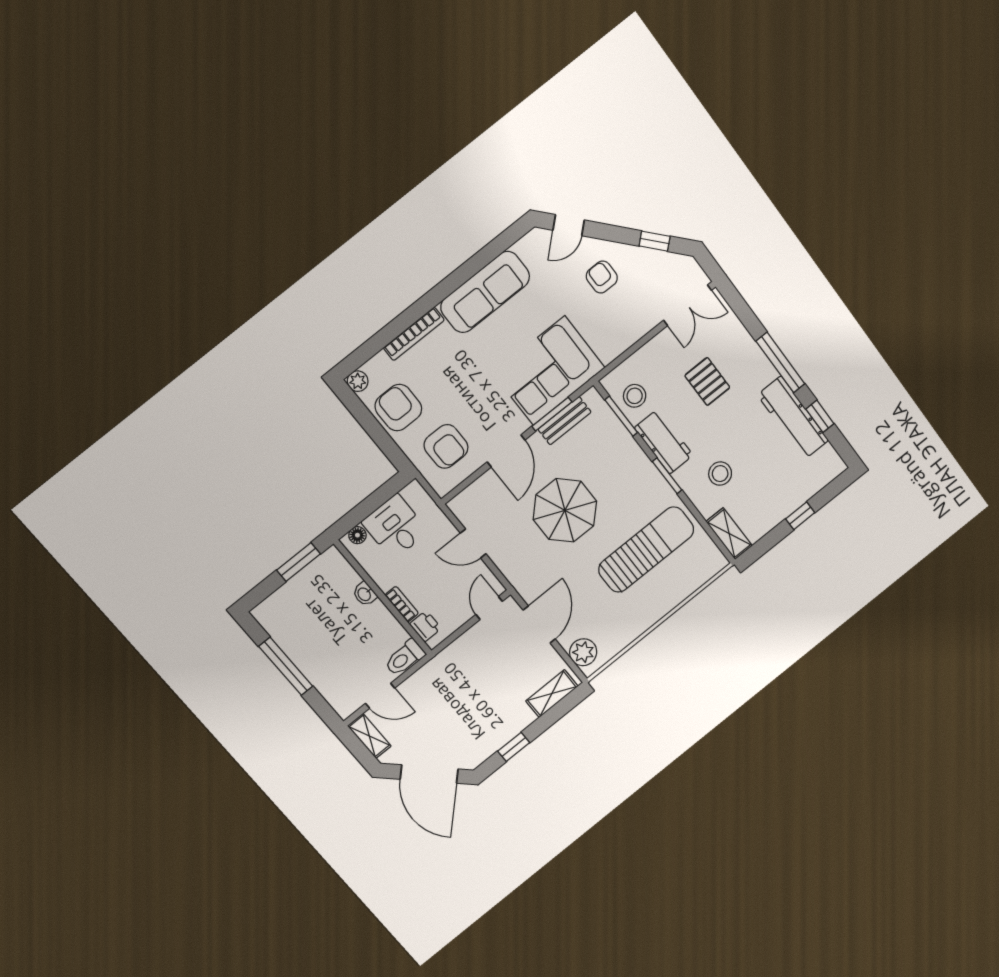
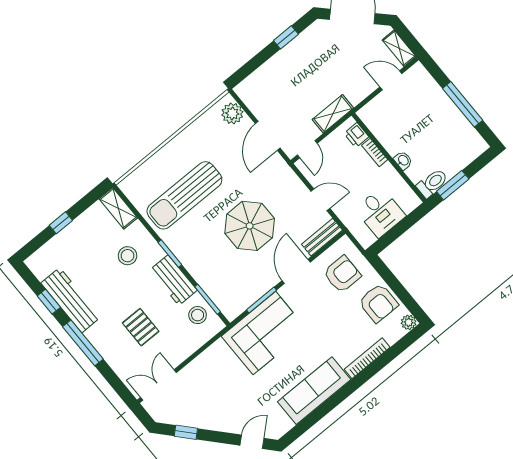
armchair: (602, 277) -> (226, 404), removed
bench: (565, 421) -> (322, 237), moved
armchair: (446, 446) -> (342, 274), turned 90
floor lamp: (357, 535) -> (409, 206), removed
toilet: (405, 658) -> (432, 183), moved
shelving: (552, 694) -> (333, 114), moved

